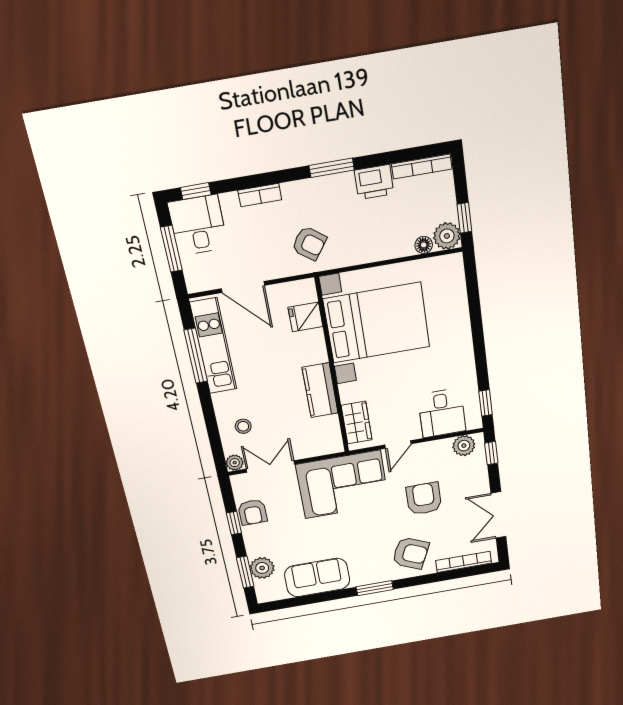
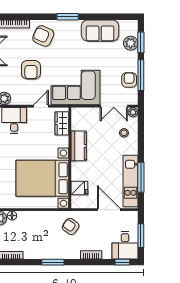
printer: (374, 182) -> (33, 252), removed
window: (234, 523) -> (141, 75), width x2.17

